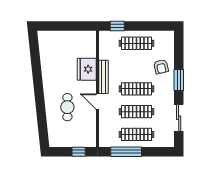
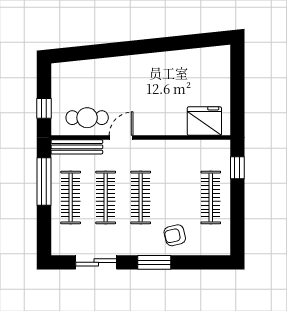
fridge: (87, 69) -> (204, 121), moved
bench: (104, 77) -> (77, 147), moved
cafe table: (67, 107) -> (87, 118), moved

